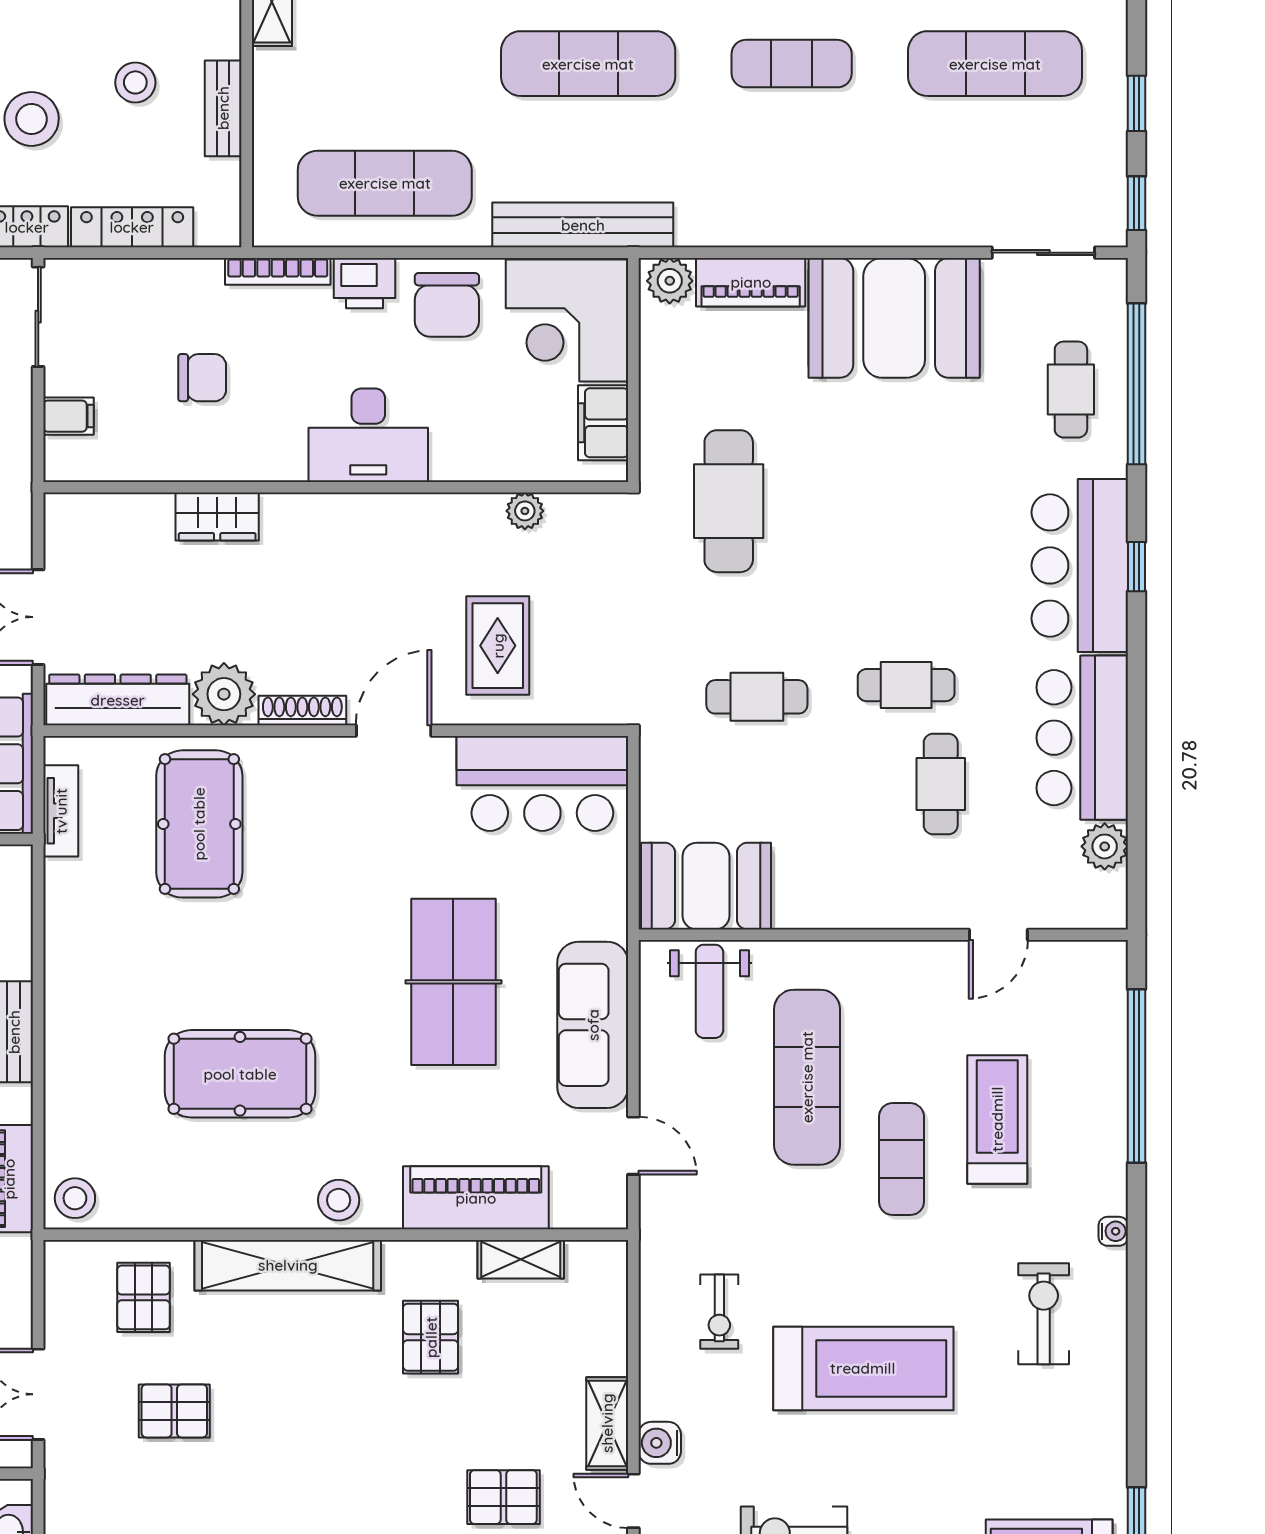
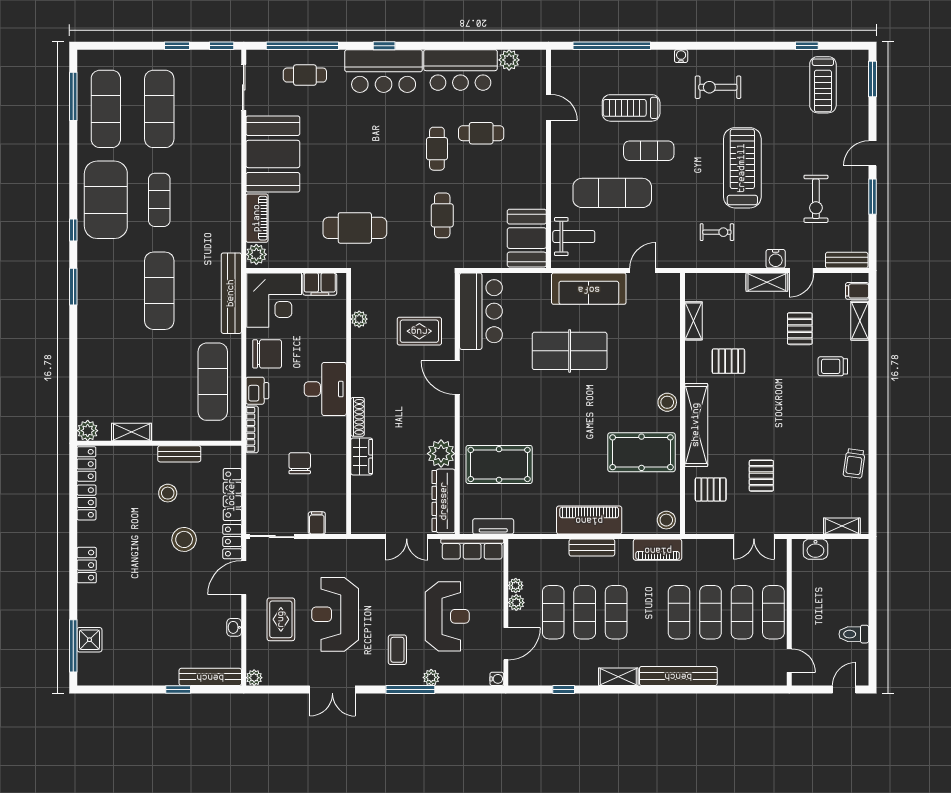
shoe rack: (302, 710) -> (358, 417), moved, turned 180
pool table: (240, 1074) -> (642, 452), moved, turned 90
piano: (476, 1198) -> (589, 520), moved, turned 90

